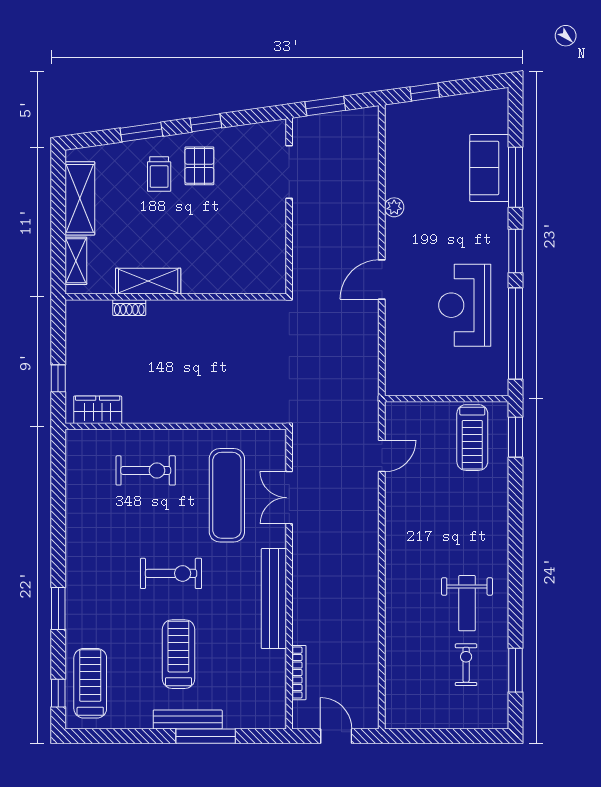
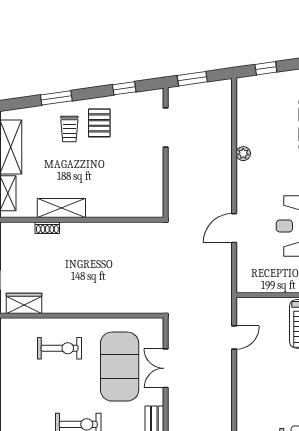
window: (206, 123) -> (124, 88), moved
door: (382, 280) -> (234, 228), moved
exercise mat: (227, 495) -> (120, 367), width x1.47

